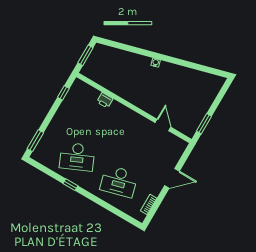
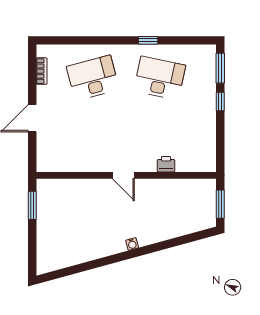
window: (63, 93) -> (220, 101), moved
door: (163, 125) -> (123, 175), moved
desk: (77, 157) -> (160, 78), turned 36

